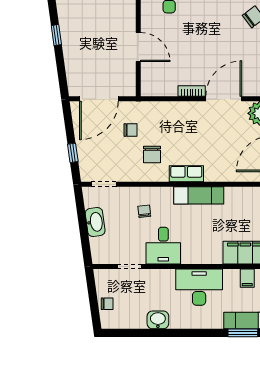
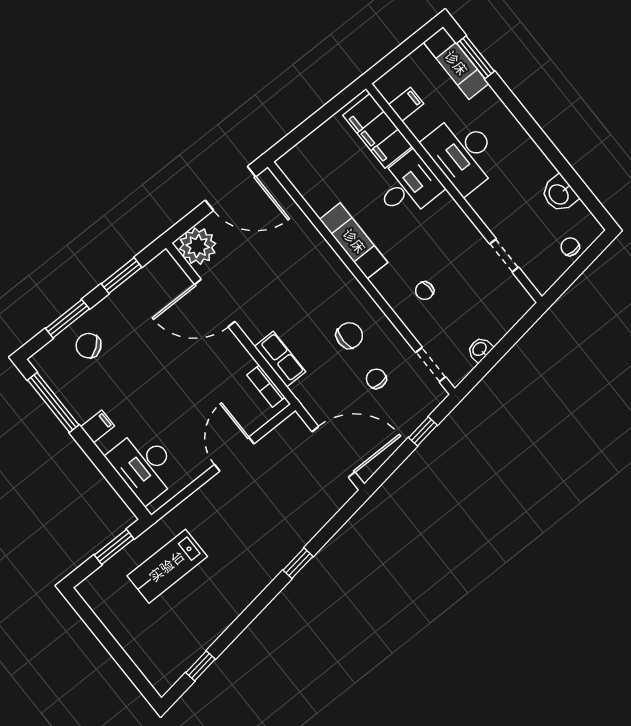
bookcase: (192, 91) -> (266, 386), moved
chair: (131, 130) -> (376, 379), moved
row of seats: (186, 174) -> (280, 359), moved, turned 180
washbasin: (95, 222) -> (480, 349), width x0.52, depth x0.69
desk: (163, 246) -> (408, 186), moved
washbasin: (158, 320) -> (559, 194), moved

